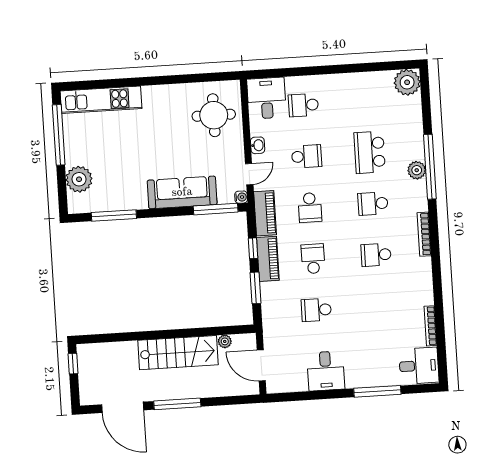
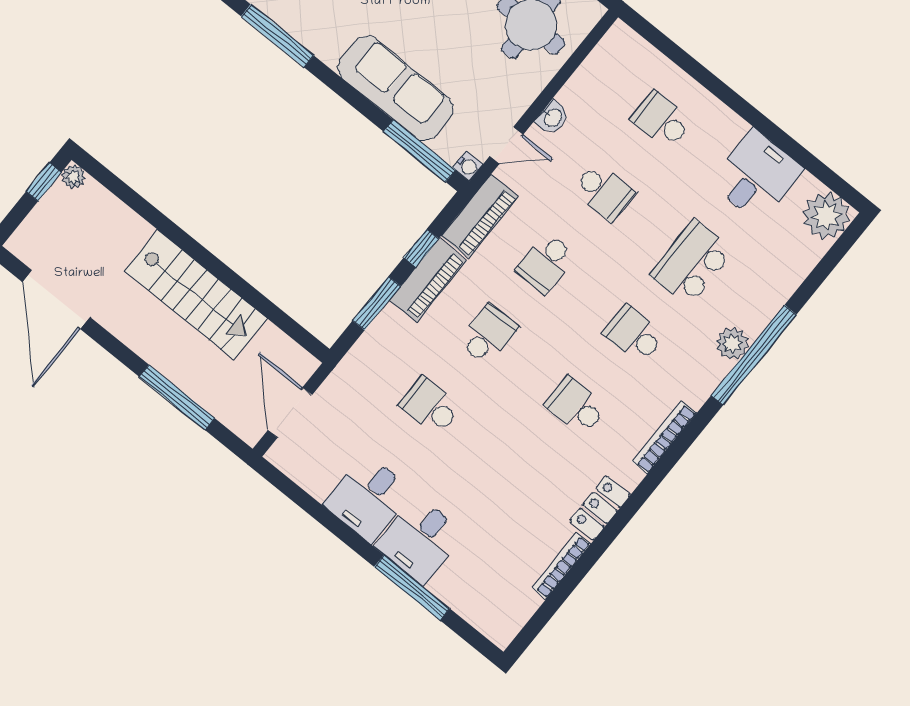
desk: (267, 98) -> (756, 176), moved
locker: (424, 287) -> (600, 508), added
plant: (225, 341) -> (73, 177), moved
desk: (419, 366) -> (420, 540), moved, turned 90
window: (177, 404) -> (177, 397), moved

